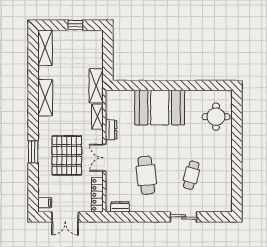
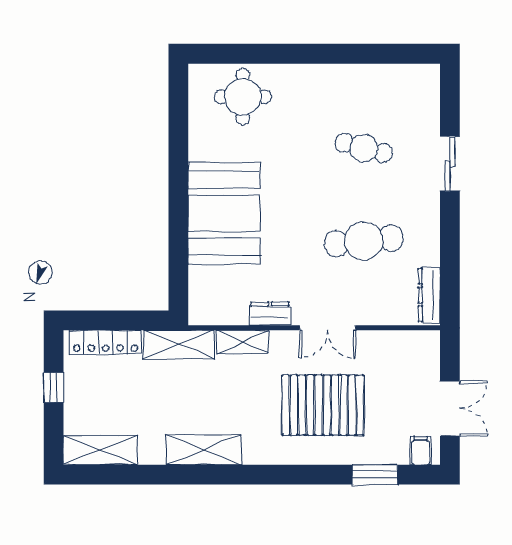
window: (33, 152) -> (375, 475), moved
locker: (97, 195) -> (106, 342), moved
dresser: (120, 207) -> (429, 295), width x1.44

